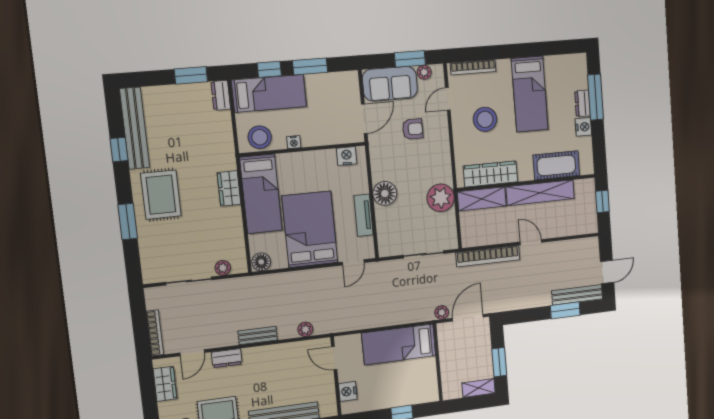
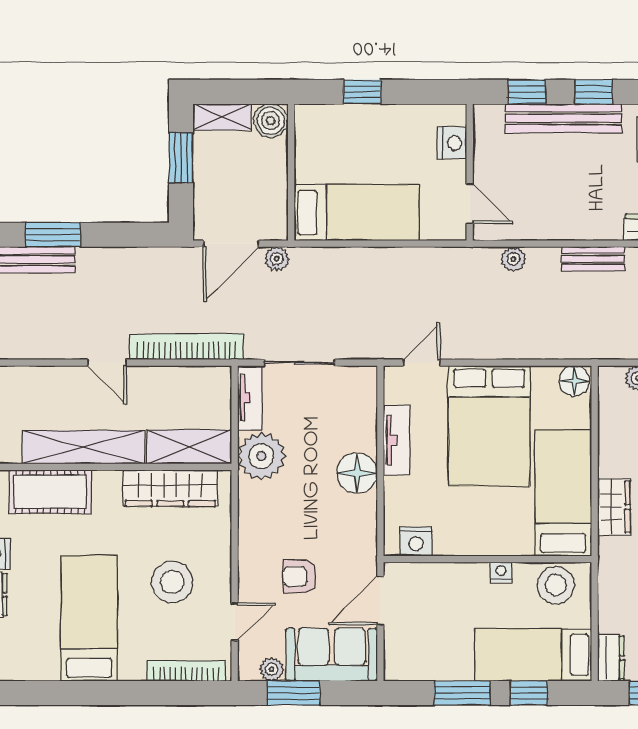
tv unit: (450, 231) -> (250, 398), added
boiler: (452, 390) -> (271, 121), added

